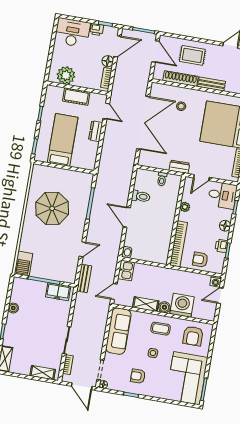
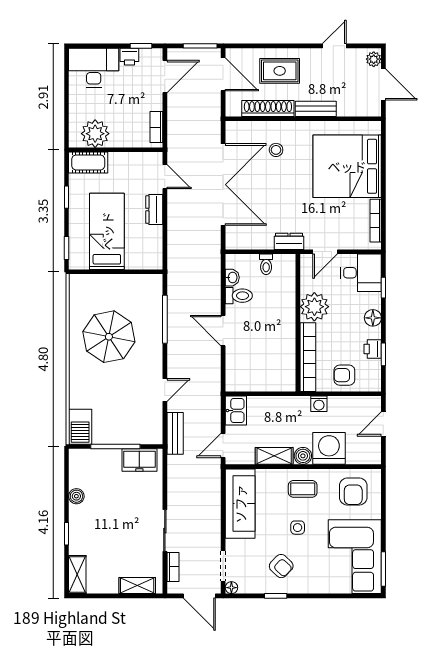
floor lamp: (108, 61) -> (154, 101), removed
cot: (76, 96) -> (88, 162), moved
plant: (185, 207) -> (314, 307), width x1.88, depth x1.88
washbasin: (127, 252) -> (232, 278), moved
washing machine: (216, 281) -> (319, 404), moved
armchair: (138, 376) -> (281, 566), turned -136

